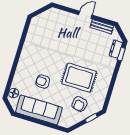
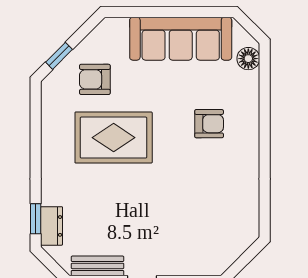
armchair: (43, 82) -> (209, 124), moved
armchair: (79, 104) -> (95, 79), turned -99

